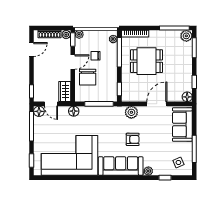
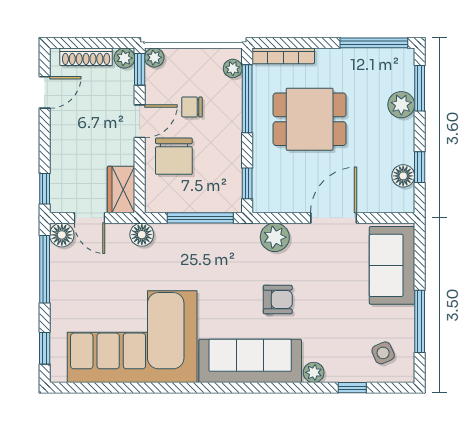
plant: (186, 36) -> (401, 105), moved
floor lamp: (187, 97) -> (403, 176), moved

